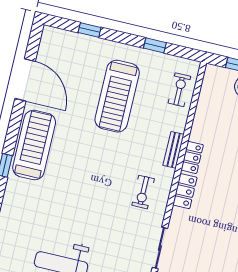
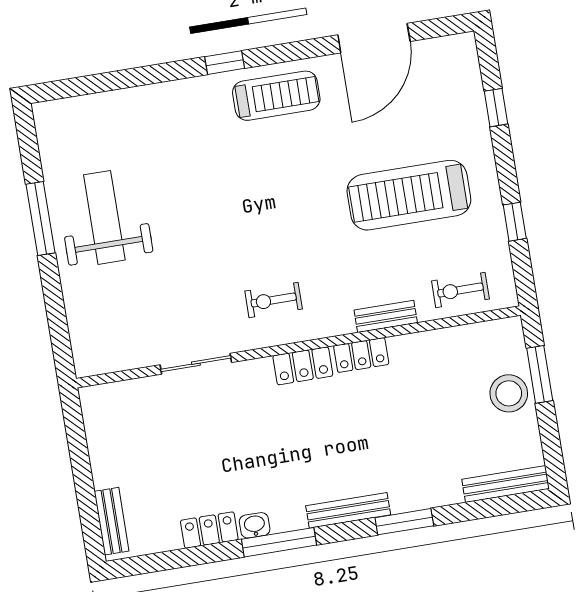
exercise bike: (179, 90) -> (460, 290), turned 180
treadmill: (34, 145) -> (276, 96), width x0.73, depth x0.73
bench: (174, 150) -> (386, 316), moved

